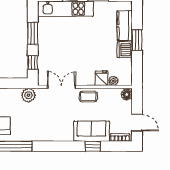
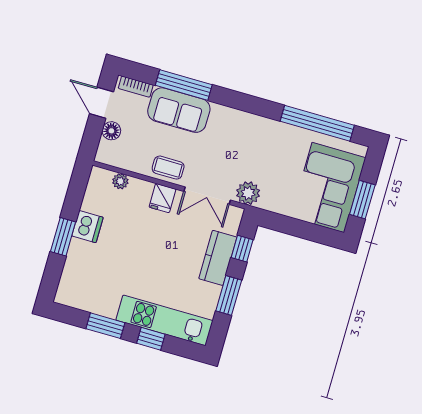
kitchen counter: (125, 26) -> (218, 258), moved, turned 180
fridge: (101, 78) -> (162, 198), moved
plant: (28, 95) -> (248, 193), moved
floor lamp: (127, 95) -> (111, 131), moved
window: (93, 146) -> (184, 85), width x2.17

